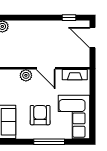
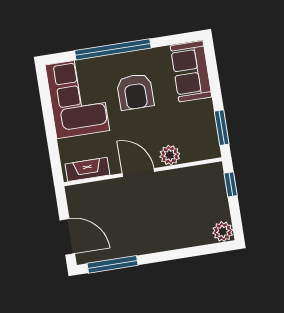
window: (69, 18) -> (112, 264), width x2.17
window: (49, 142) -> (113, 49), width x1.46

